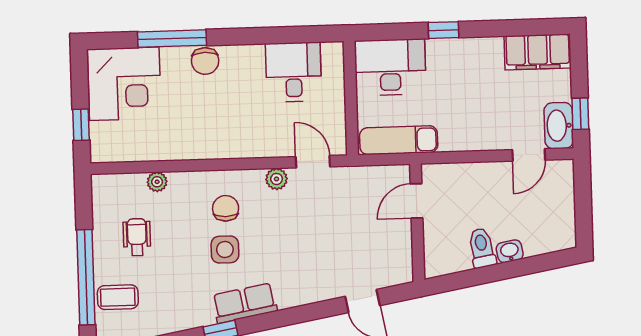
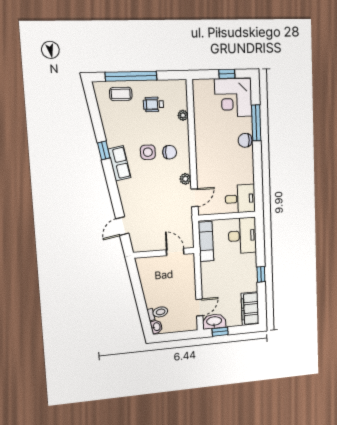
window: (444, 30) -> (261, 274), moved
desk: (294, 72) -> (240, 199), moved
window: (81, 125) -> (227, 74), moved
door: (529, 155) -> (199, 308), swing flipped
wheelchair: (137, 237) -> (153, 104), turned 180
toilet: (482, 248) -> (158, 313), moved
washbasin: (510, 251) -> (156, 327), moved
coffee table: (118, 297) -> (121, 94), turned 90

